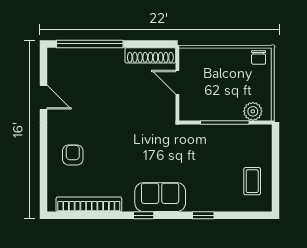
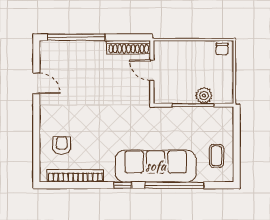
plant: (253, 111) -> (204, 96), moved
armchair: (73, 155) -> (62, 146), moved
sofa: (160, 197) -> (156, 166), width x1.85, depth x1.27
window: (203, 215) -> (174, 185), width x3.17

